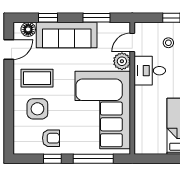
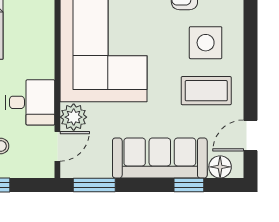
window: (96, 18) -> (94, 185), moved

